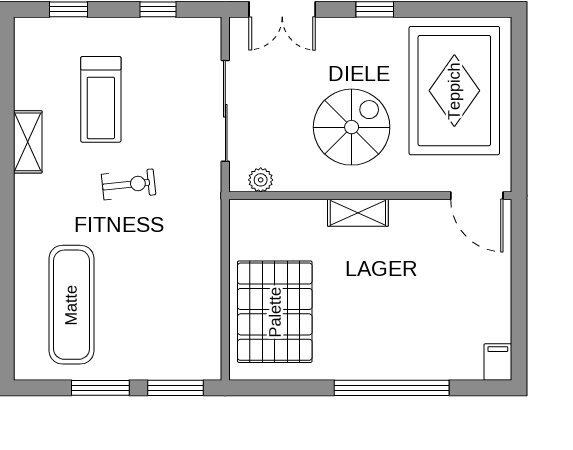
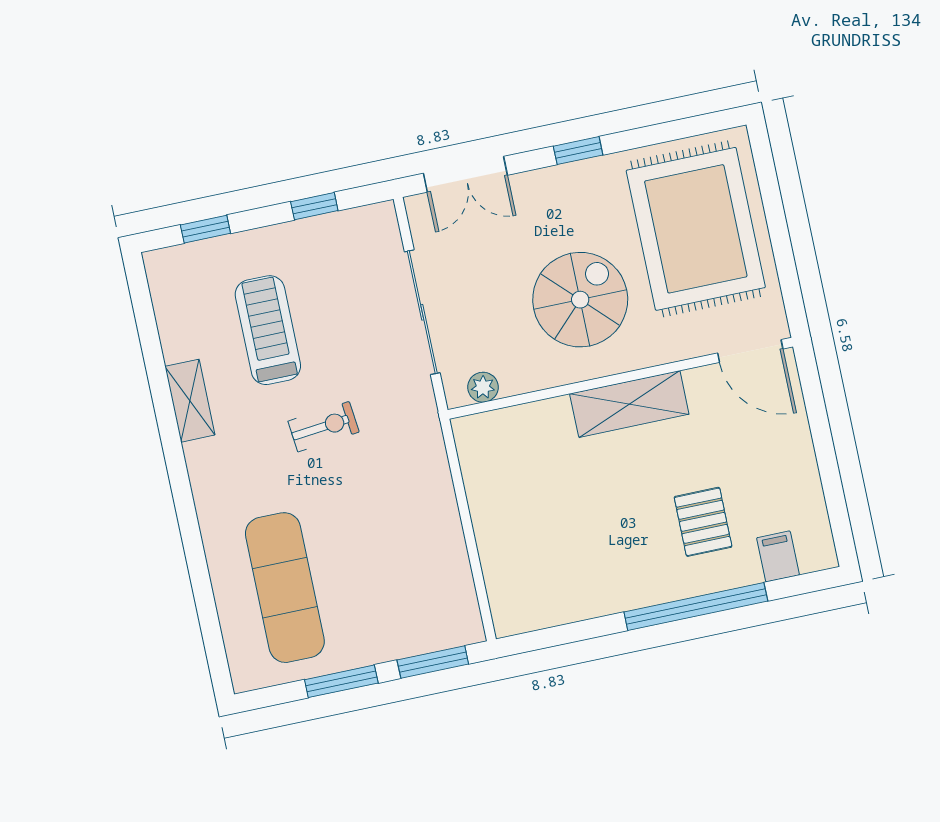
treadmill: (101, 99) -> (268, 330), turned 180
shelving: (358, 213) -> (629, 404), width x1.50, depth x1.33
pallet: (275, 312) -> (703, 522), moved, width x0.49, depth x0.50
filing cabinet: (498, 362) -> (778, 556), moved

